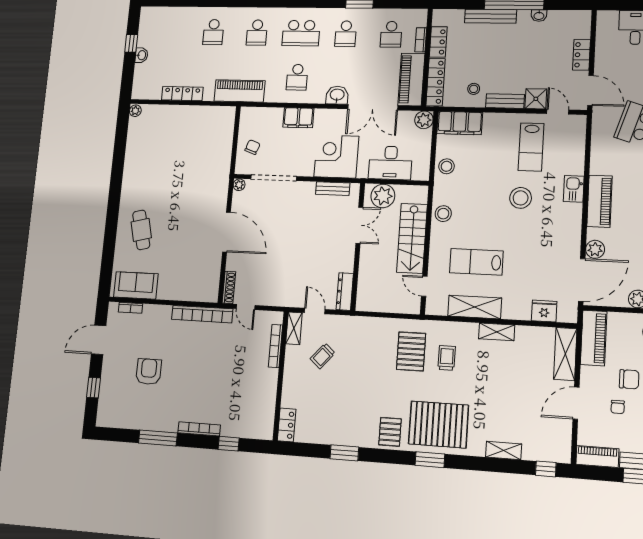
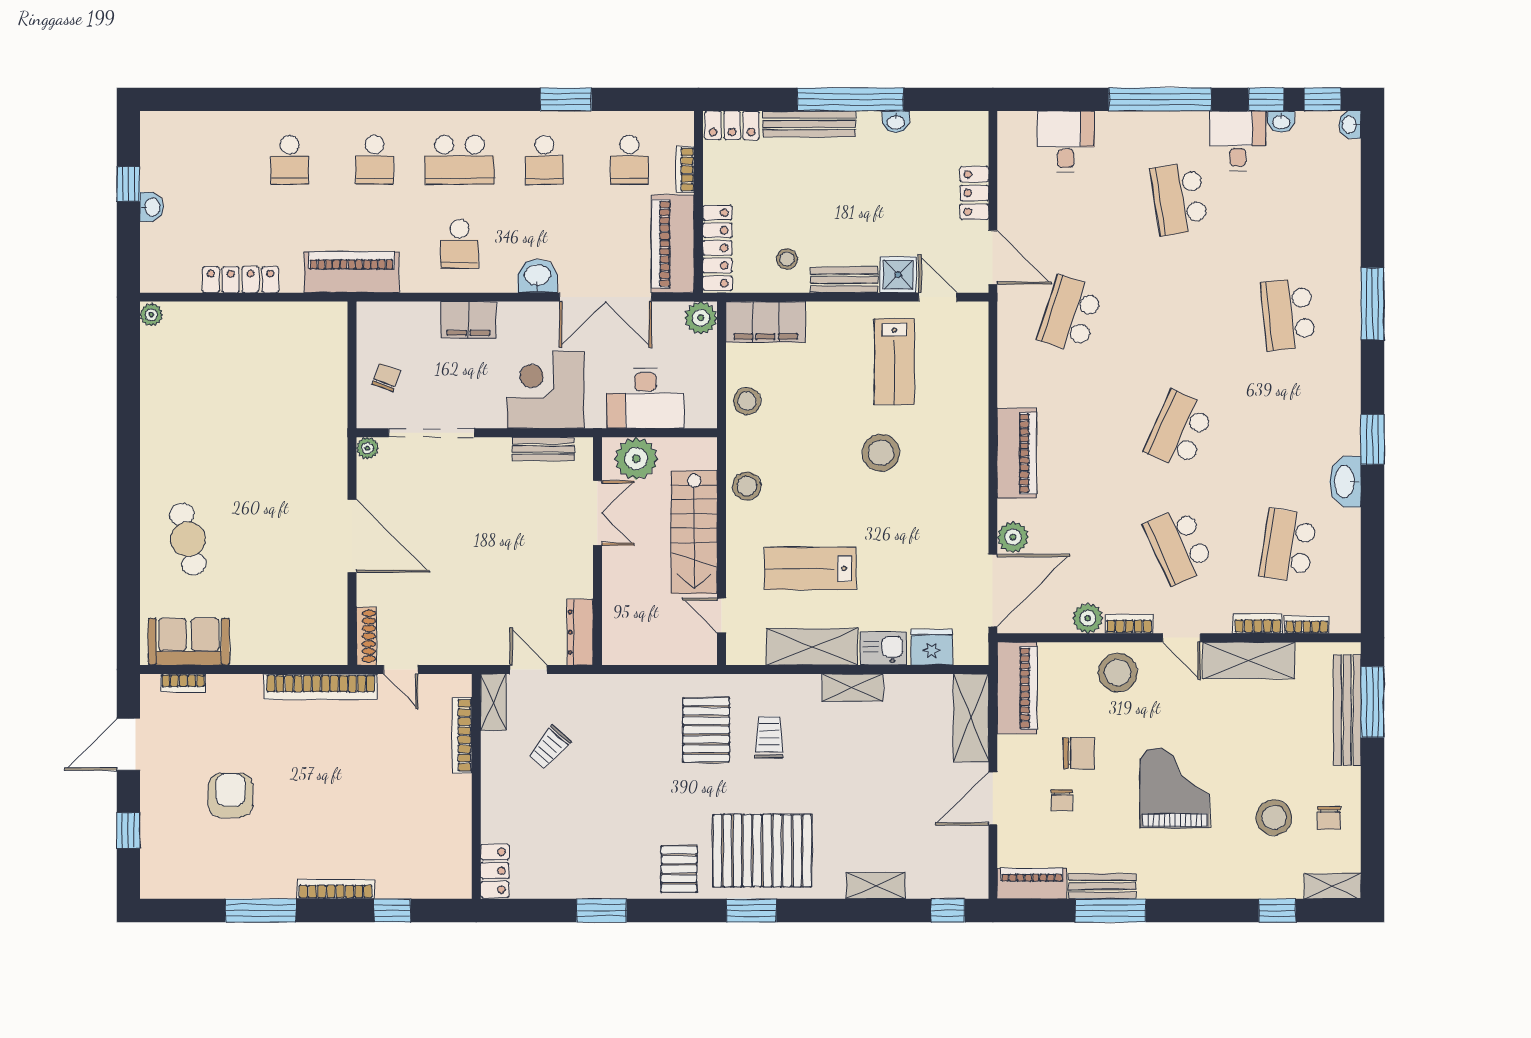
locker: (438, 42) -> (732, 125), moved, turned 90
kitchen sink: (574, 189) -> (883, 648), moved, turned 90

